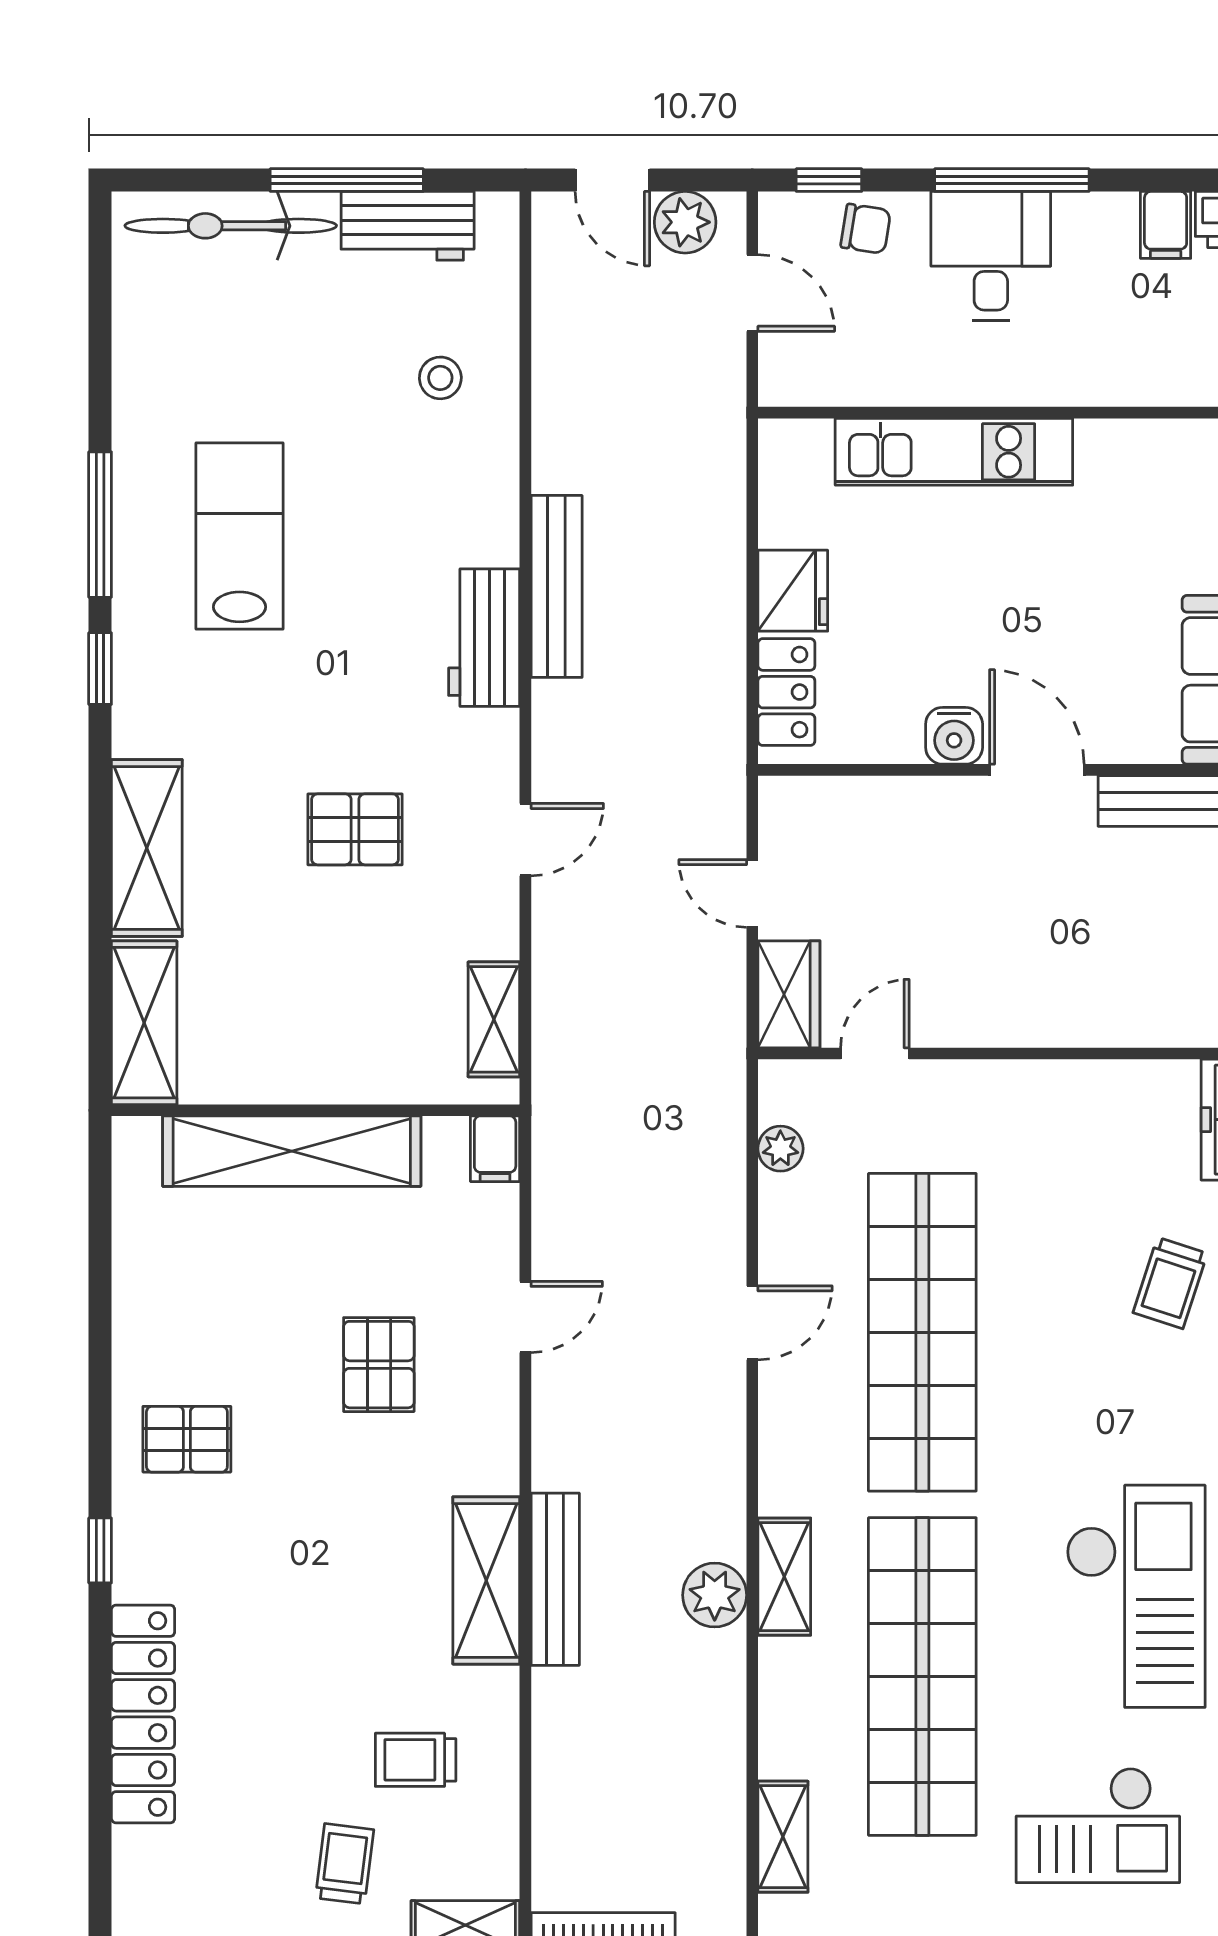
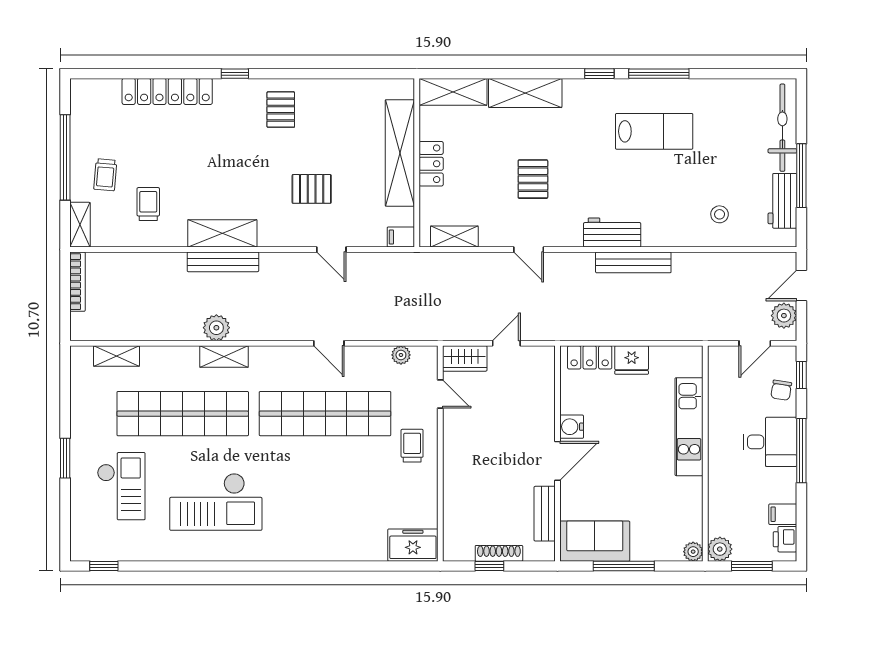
locker: (318, 1076) -> (431, 164), added
trolley: (1170, 1283) -> (412, 446), moved, turned 72
checkout: (1098, 1825) -> (121, 486), turned 180
trolley: (345, 1864) -> (105, 175), turned 88

